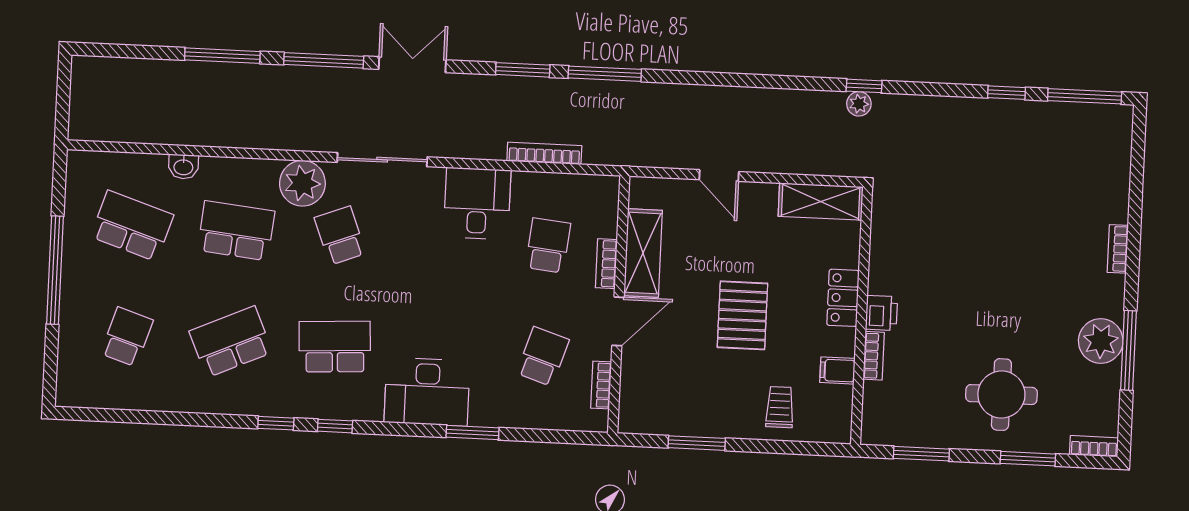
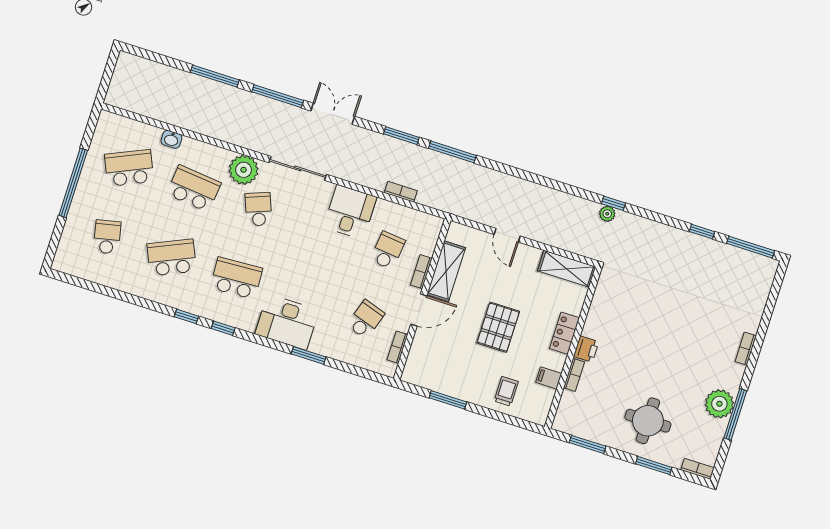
bookcase: (544, 153) -> (401, 192), width x0.64
school desk: (132, 226) -> (129, 168), turned -42
school desk: (127, 337) -> (107, 237), turned -30

